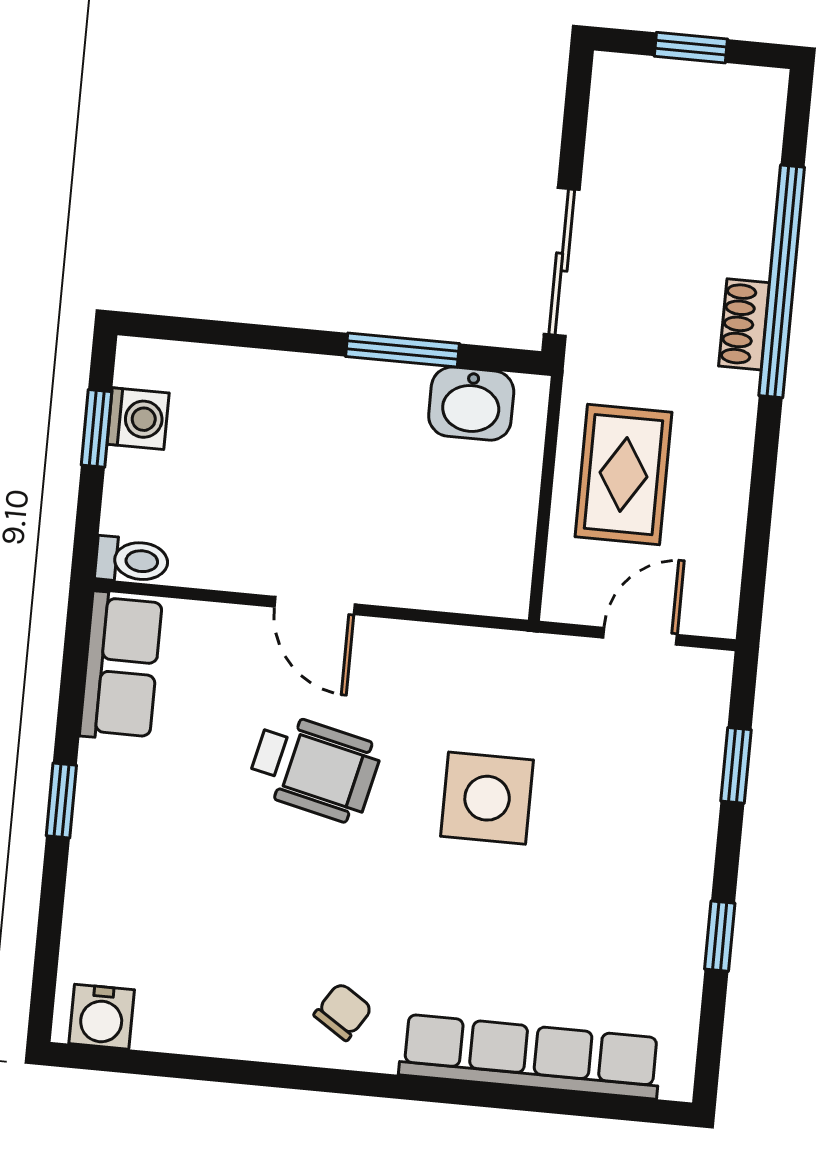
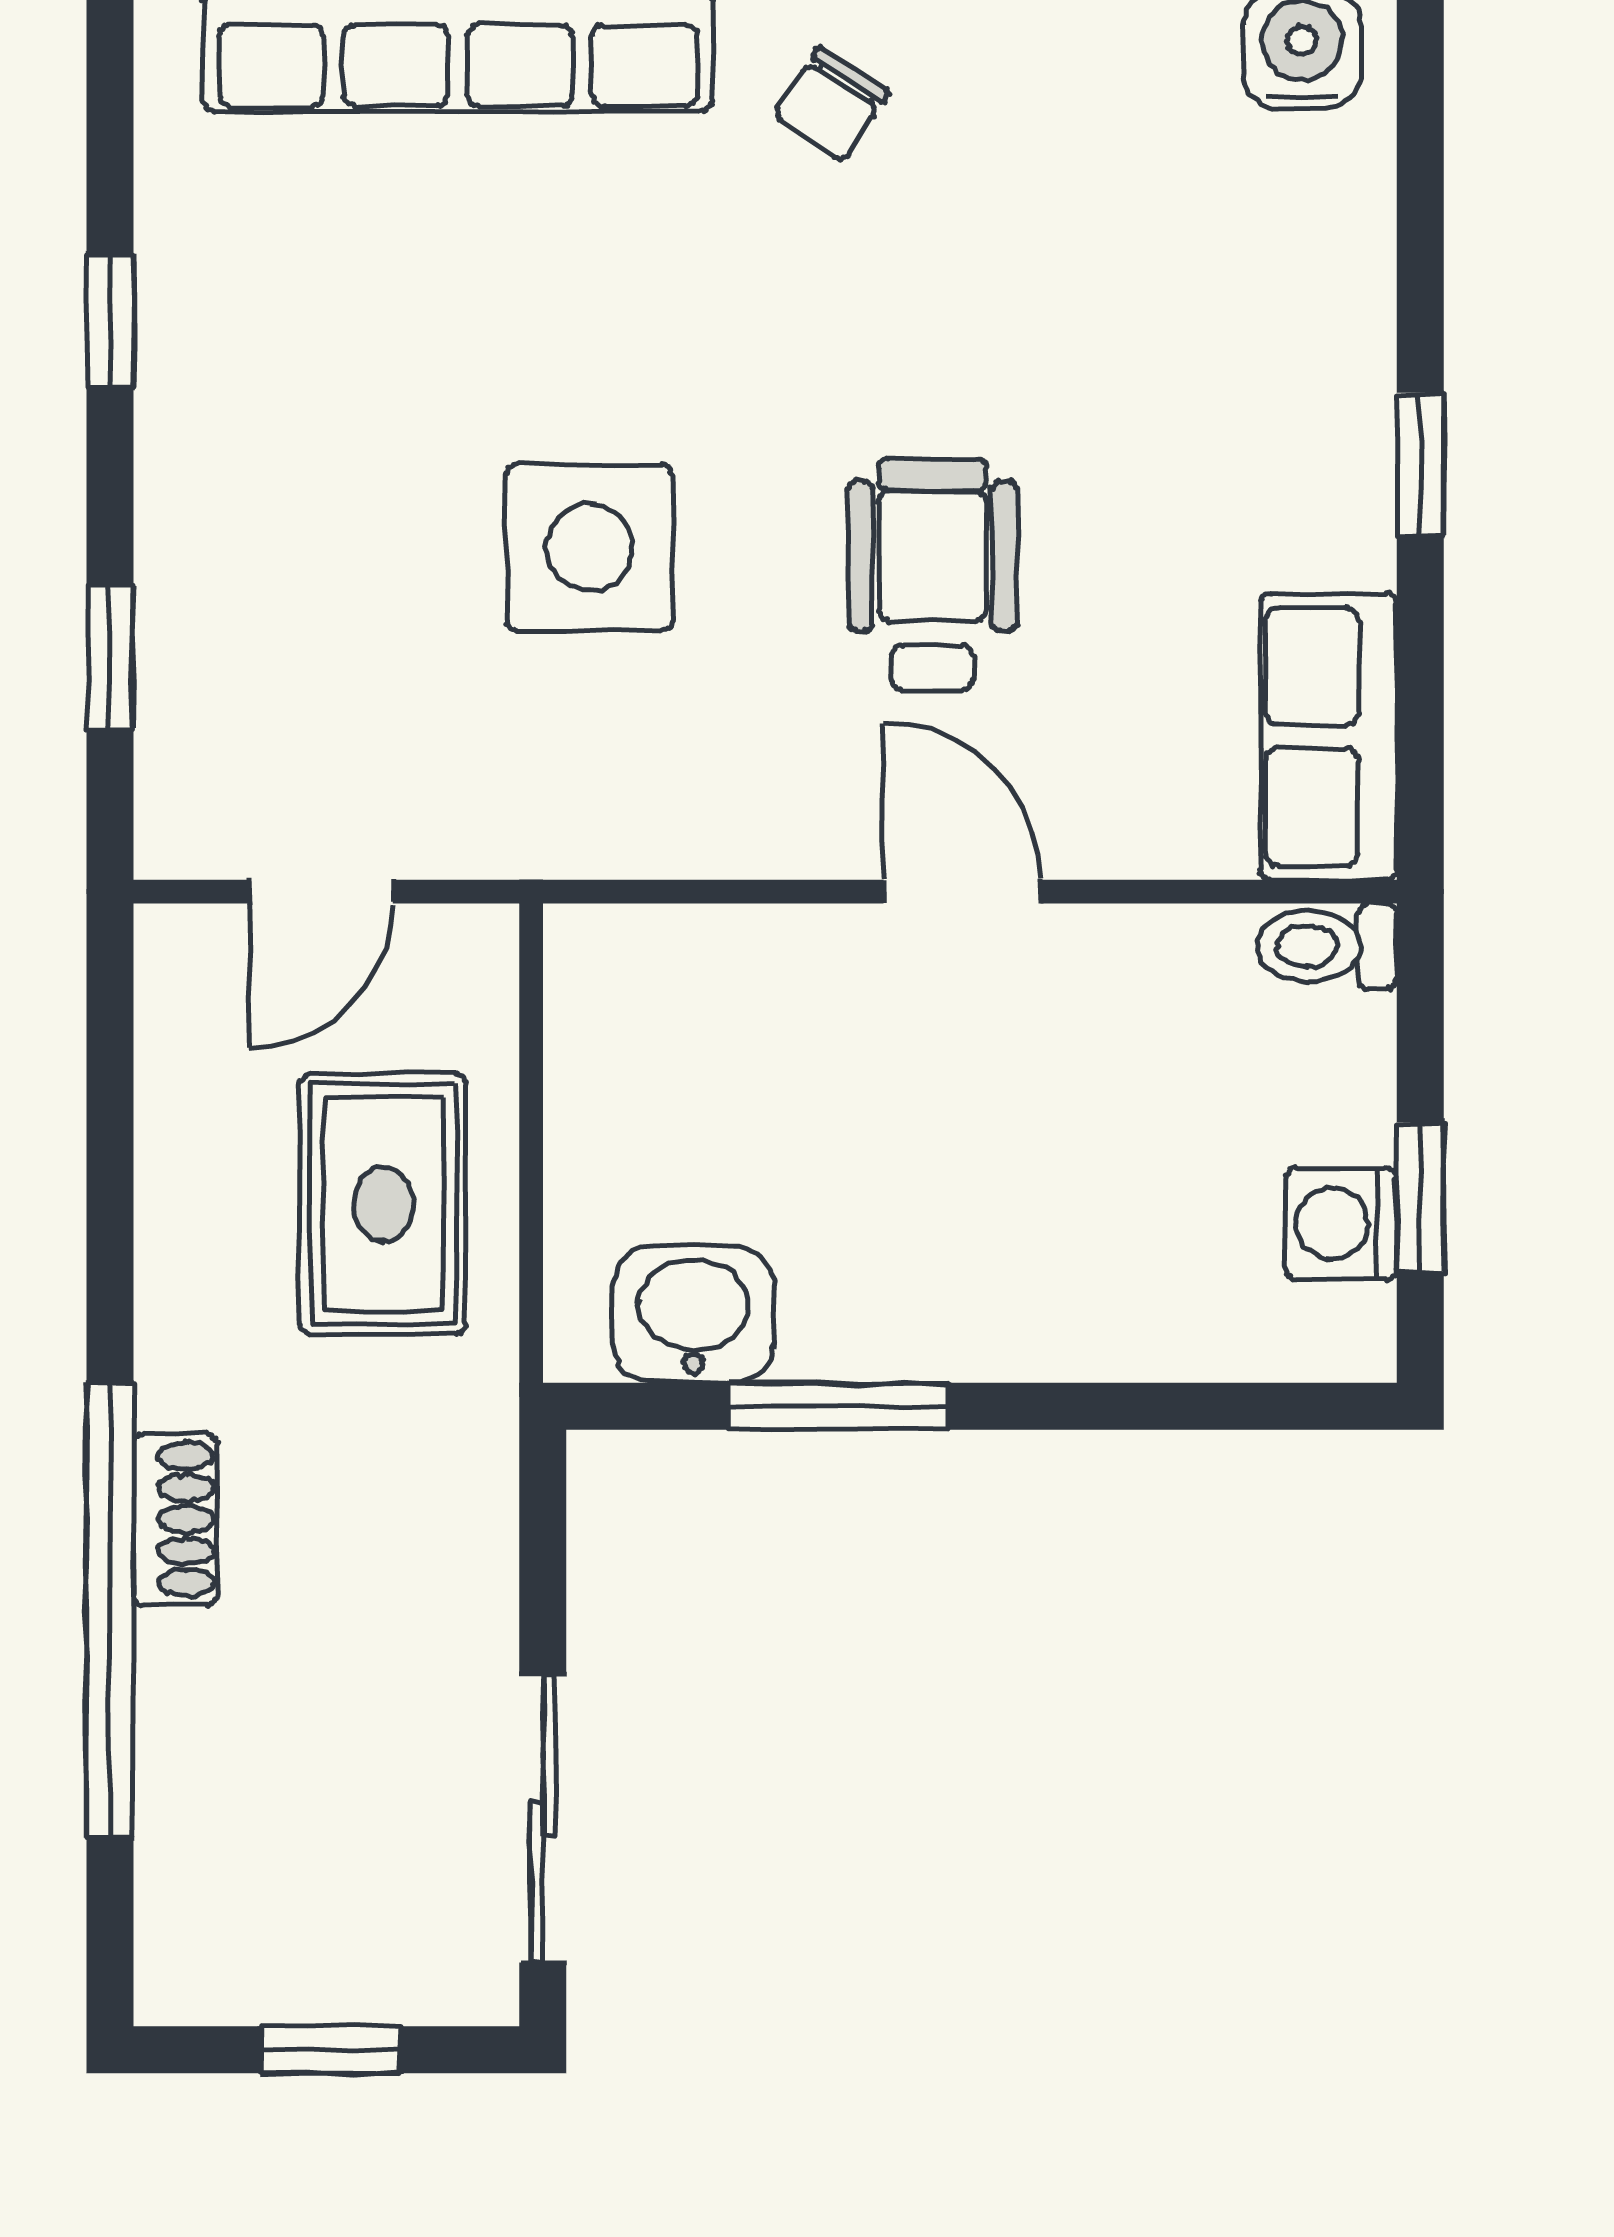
sliding door: (562, 262) -> (543, 1818), moved
wheelchair: (314, 768) -> (933, 575), turned 77

